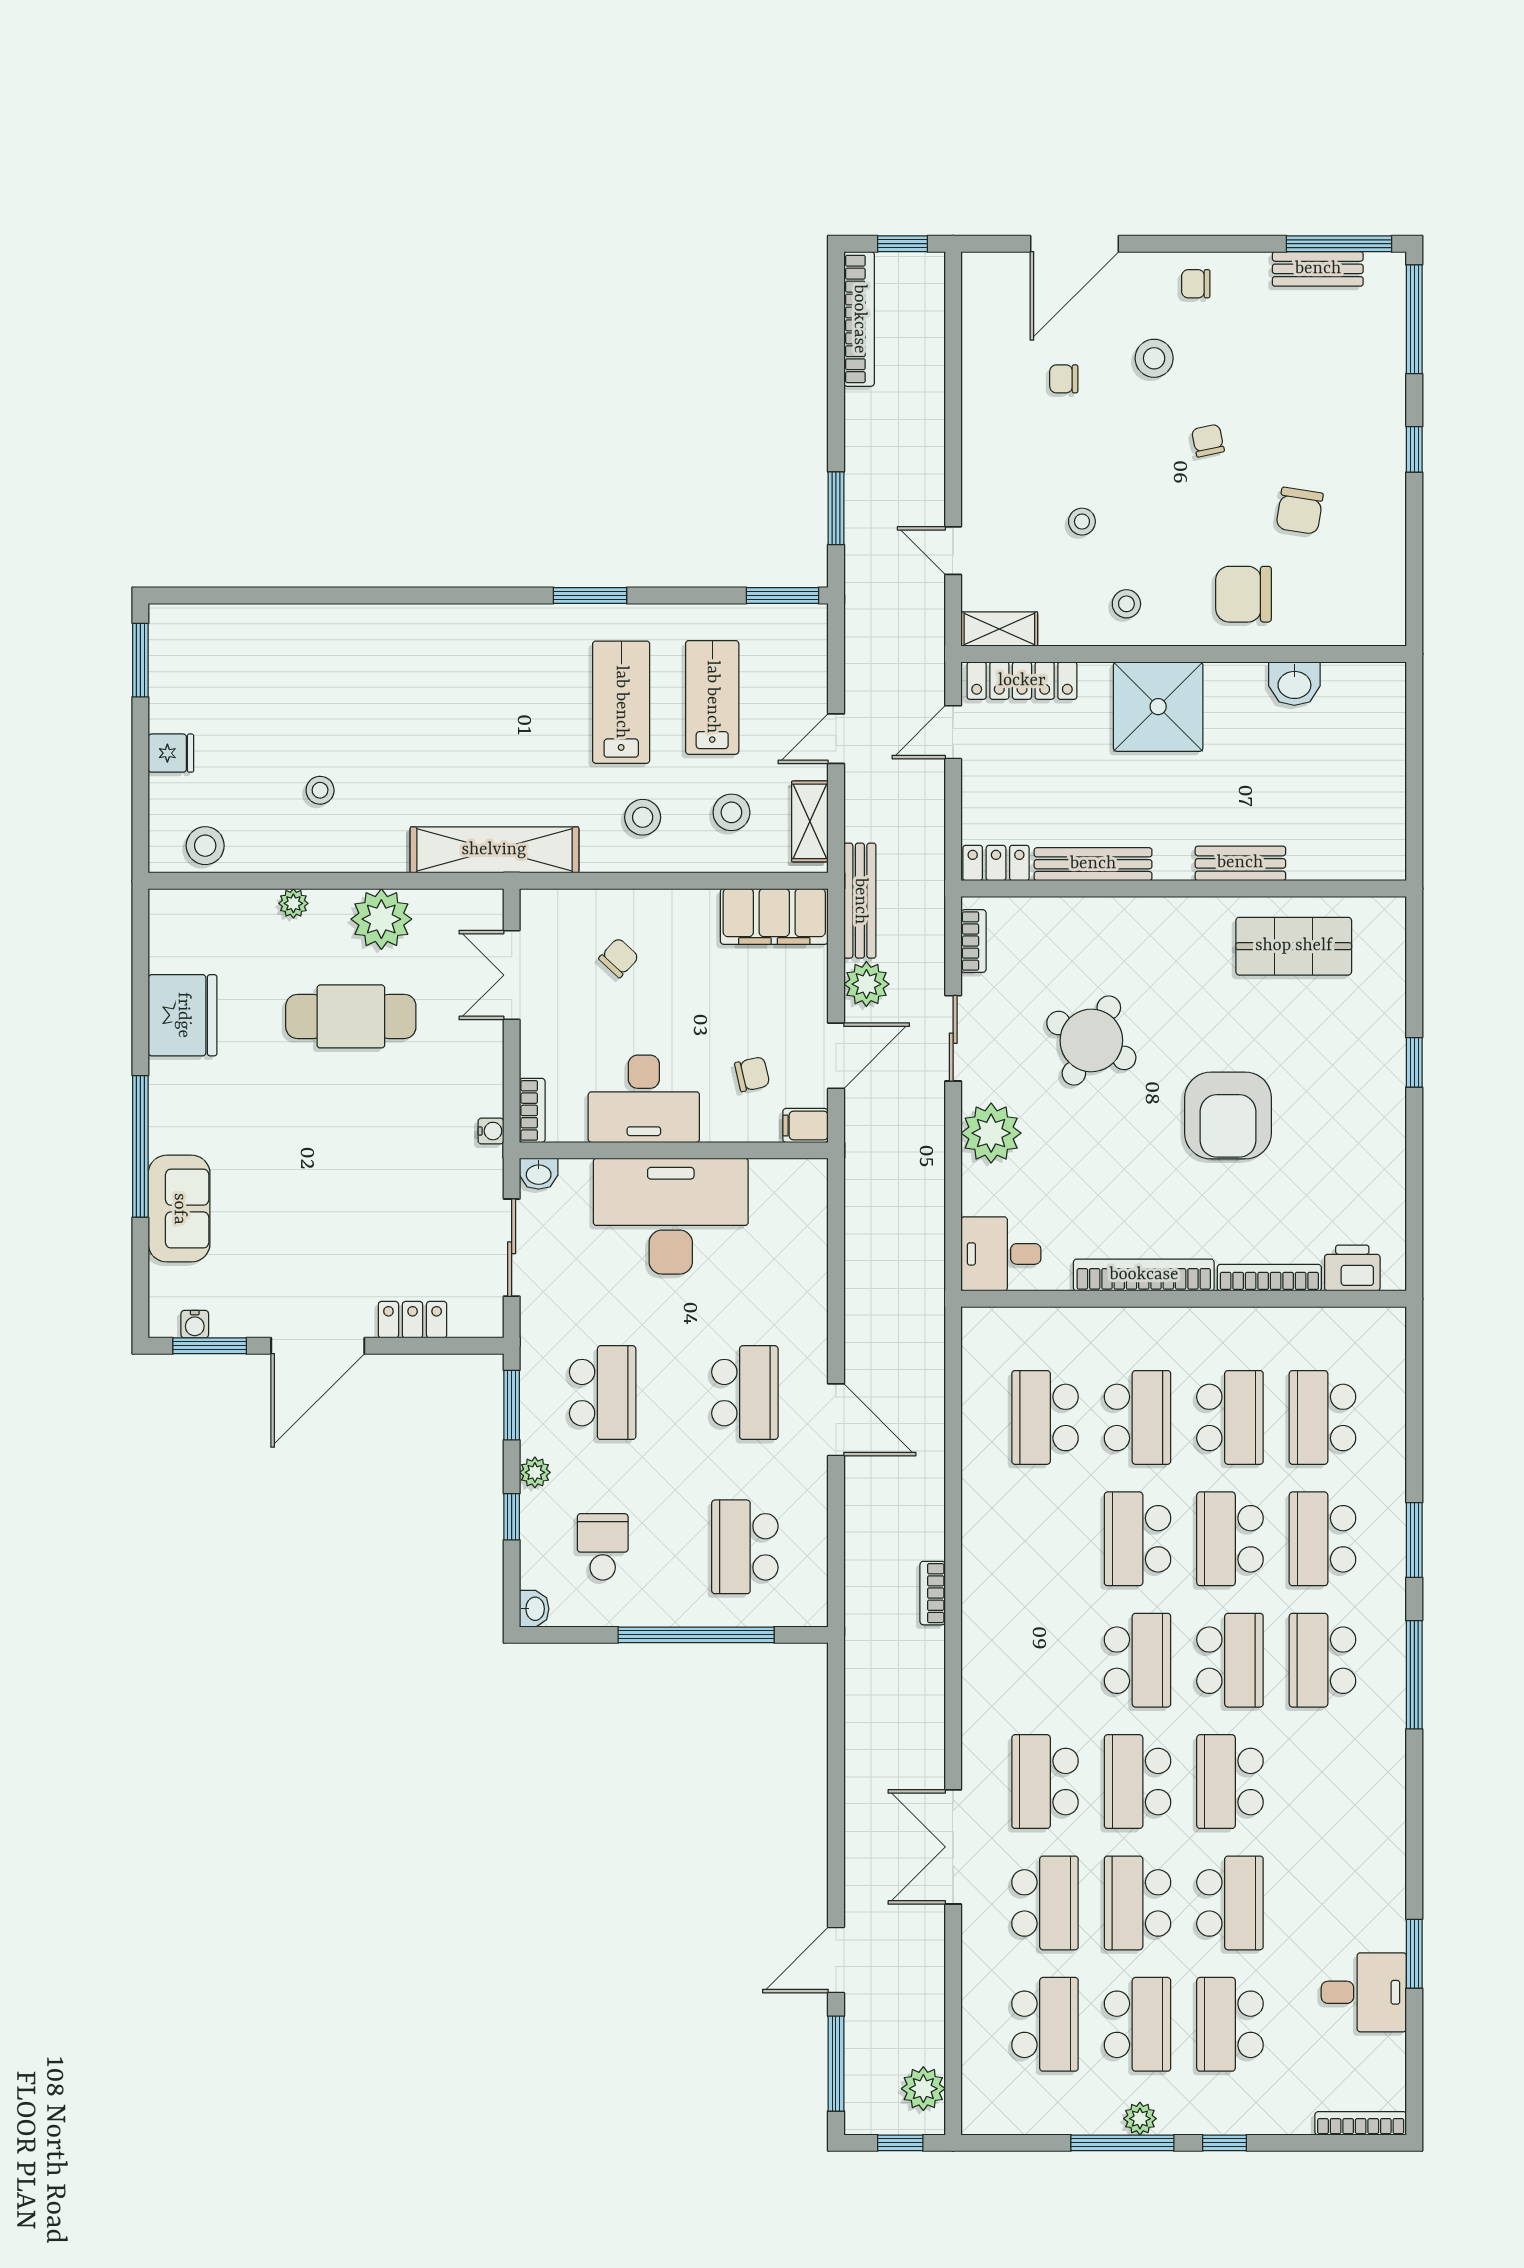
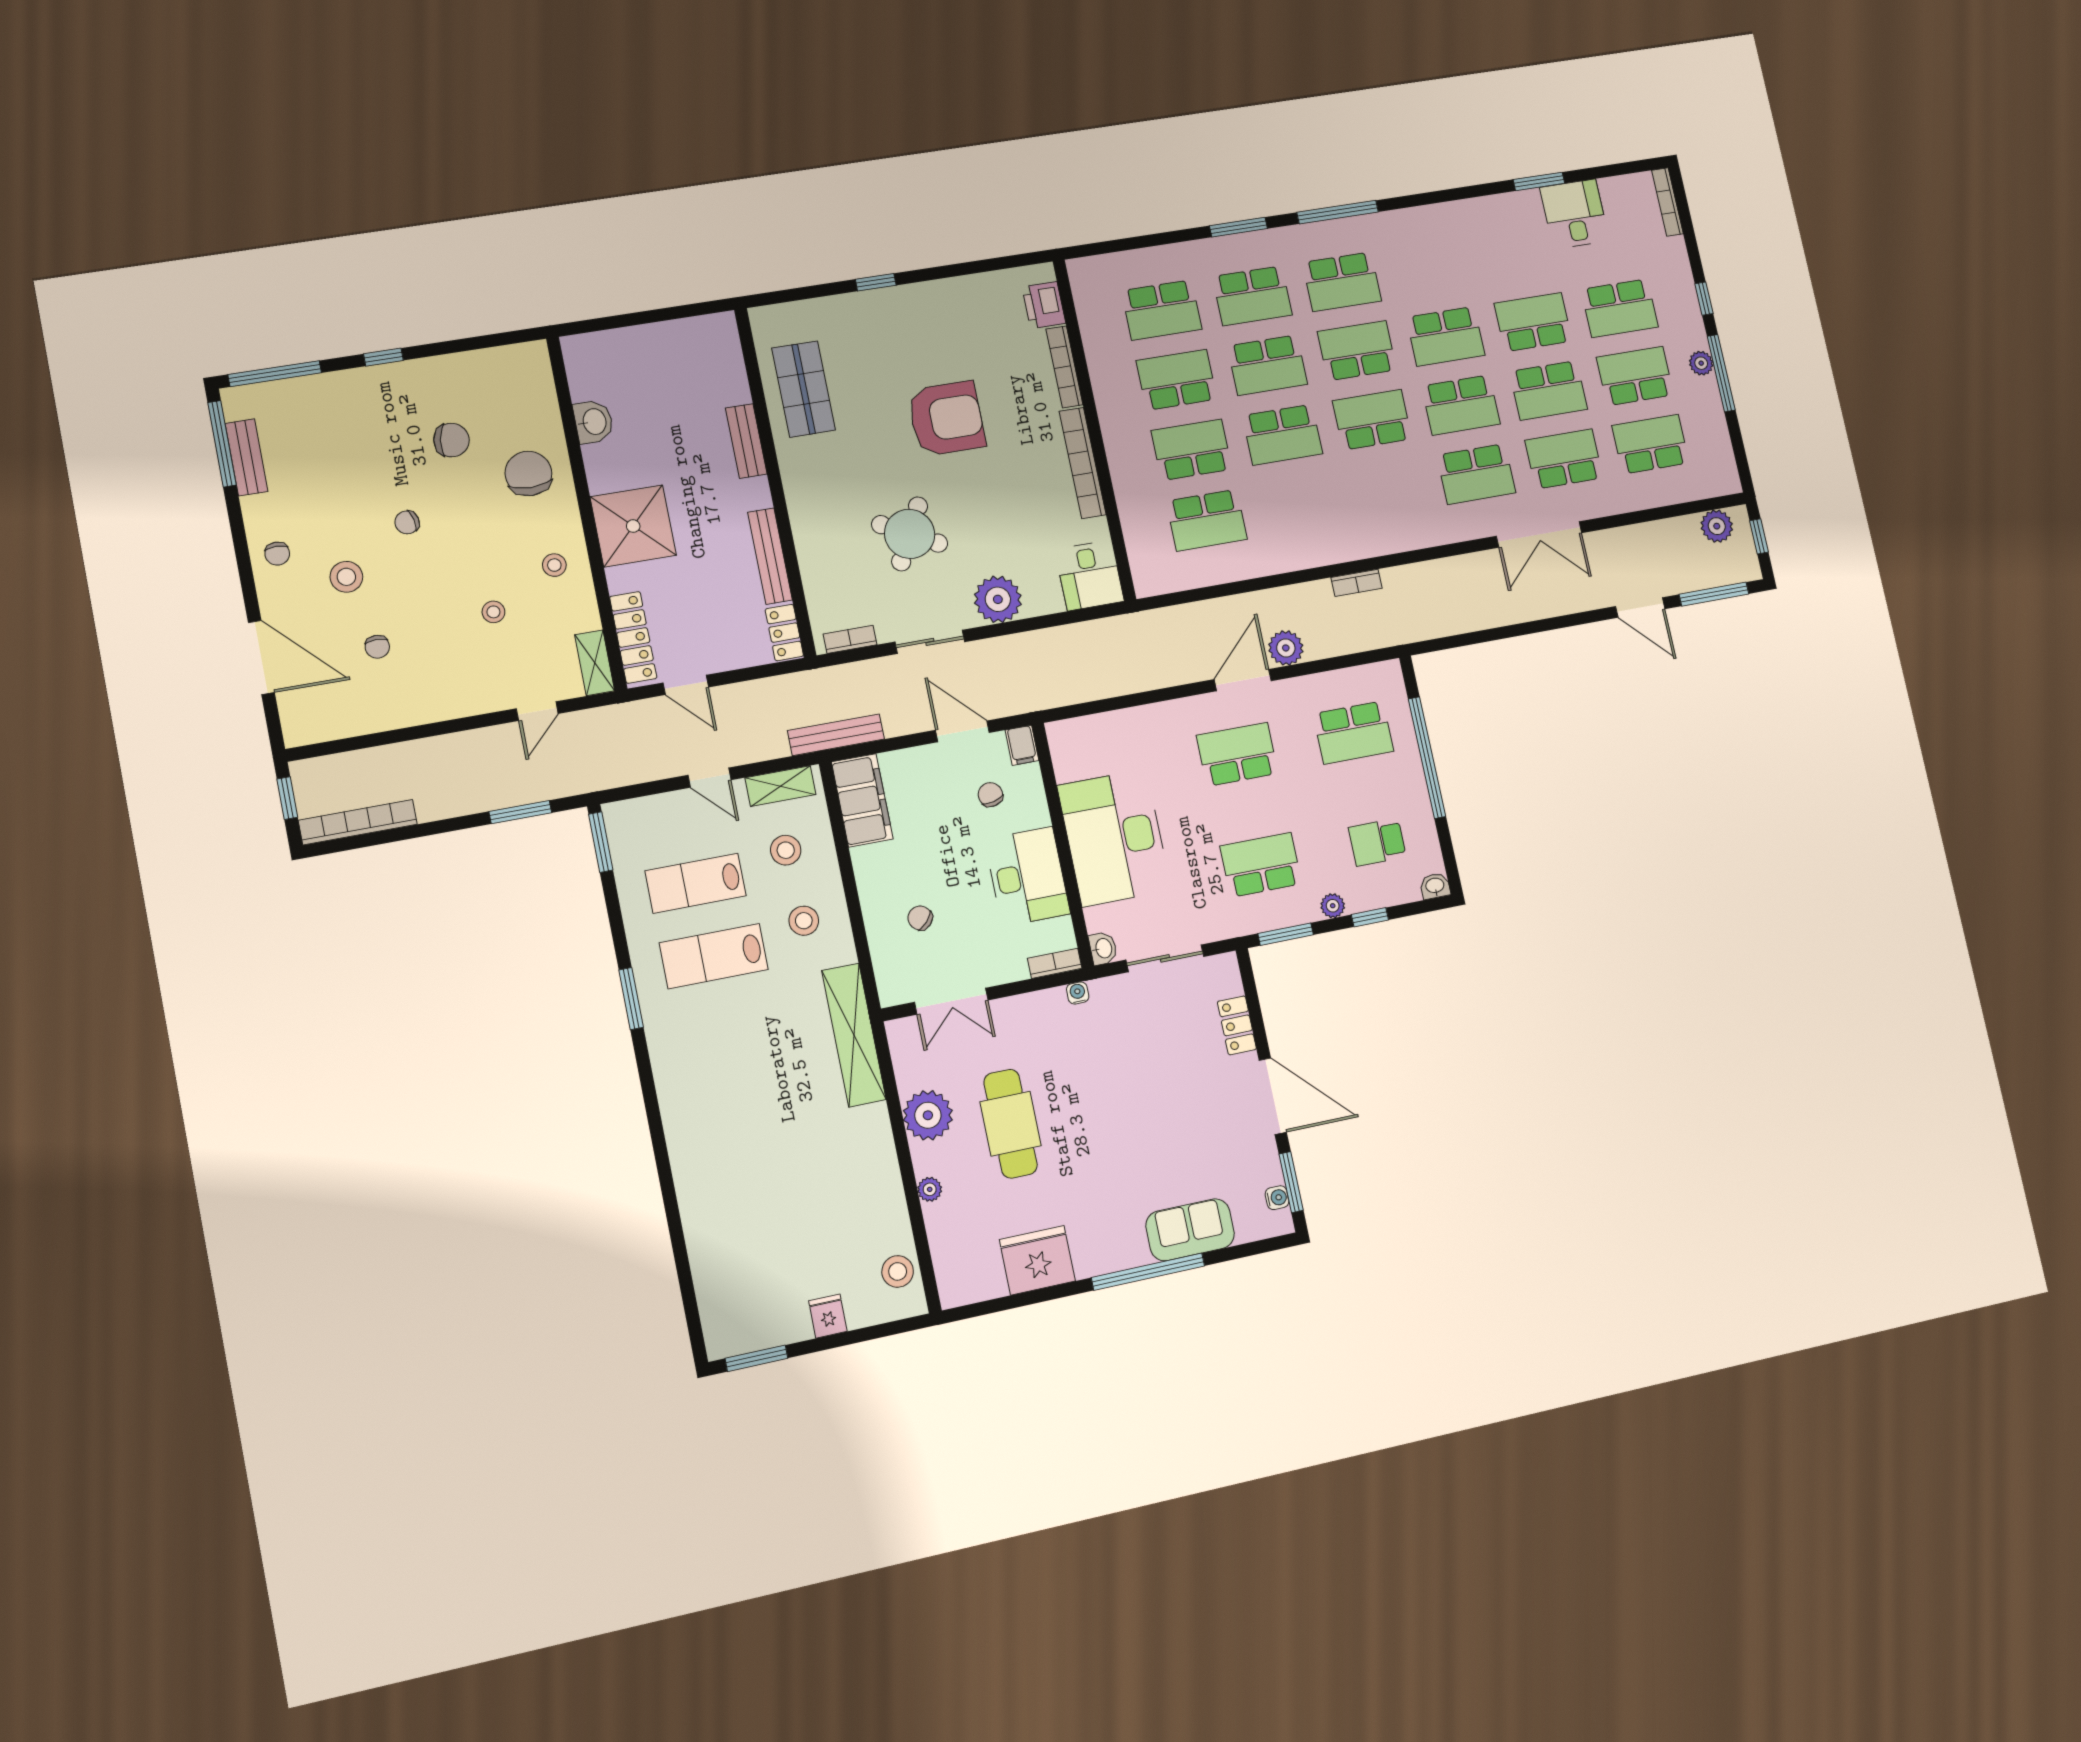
chair: (1244, 594) -> (528, 473), turned 180
stool: (320, 790) -> (834, 1187), removed
plant: (866, 984) -> (1286, 648), moved

